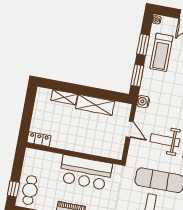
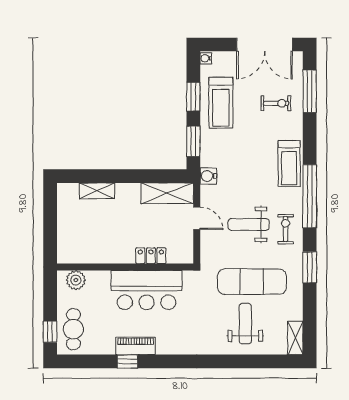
shelving: (95, 105) -> (167, 193), moved
locker: (39, 139) -> (151, 256), moved
plant: (38, 156) -> (76, 280), added

